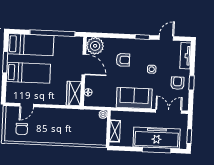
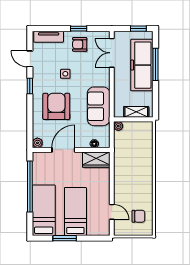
plant: (95, 46) -> (37, 143), width x0.53, depth x0.53
armchair: (123, 60) -> (56, 106), width x1.88, depth x1.88
sofa: (134, 98) -> (99, 106), moved

